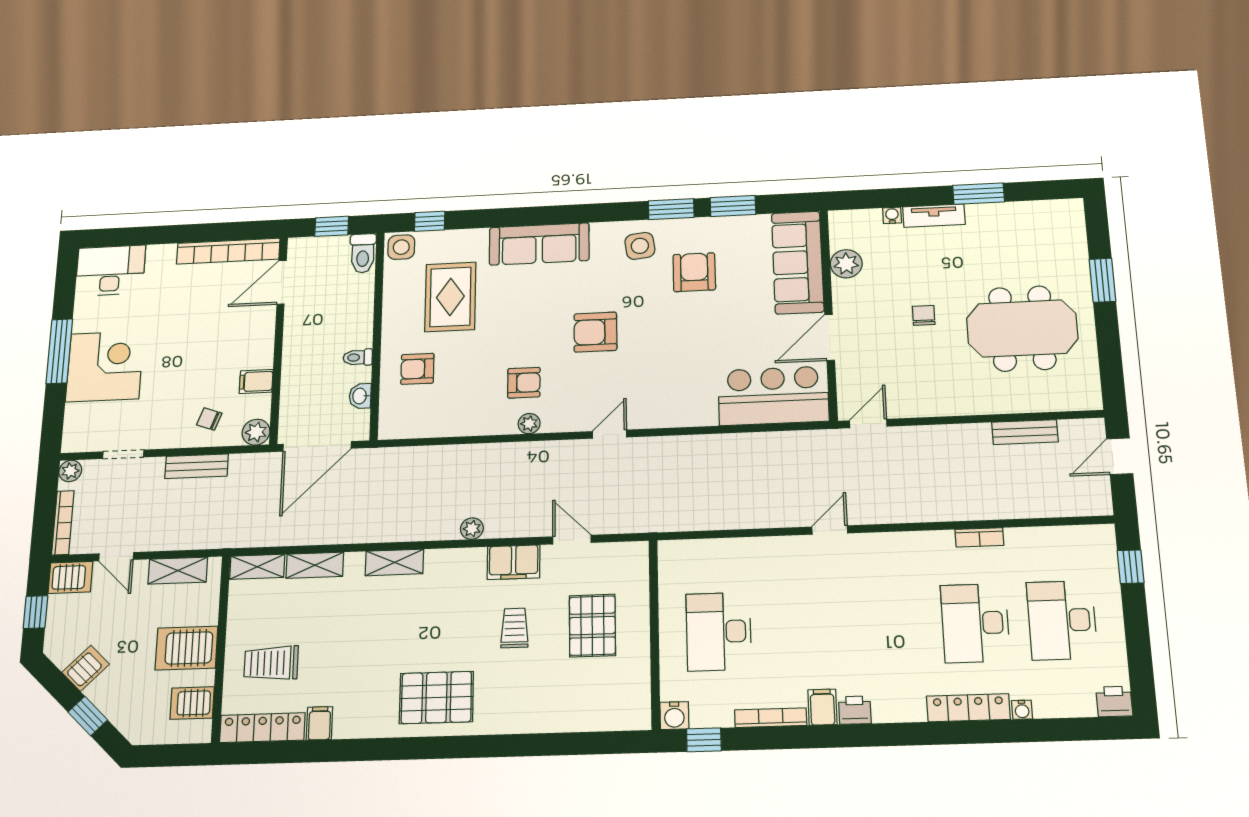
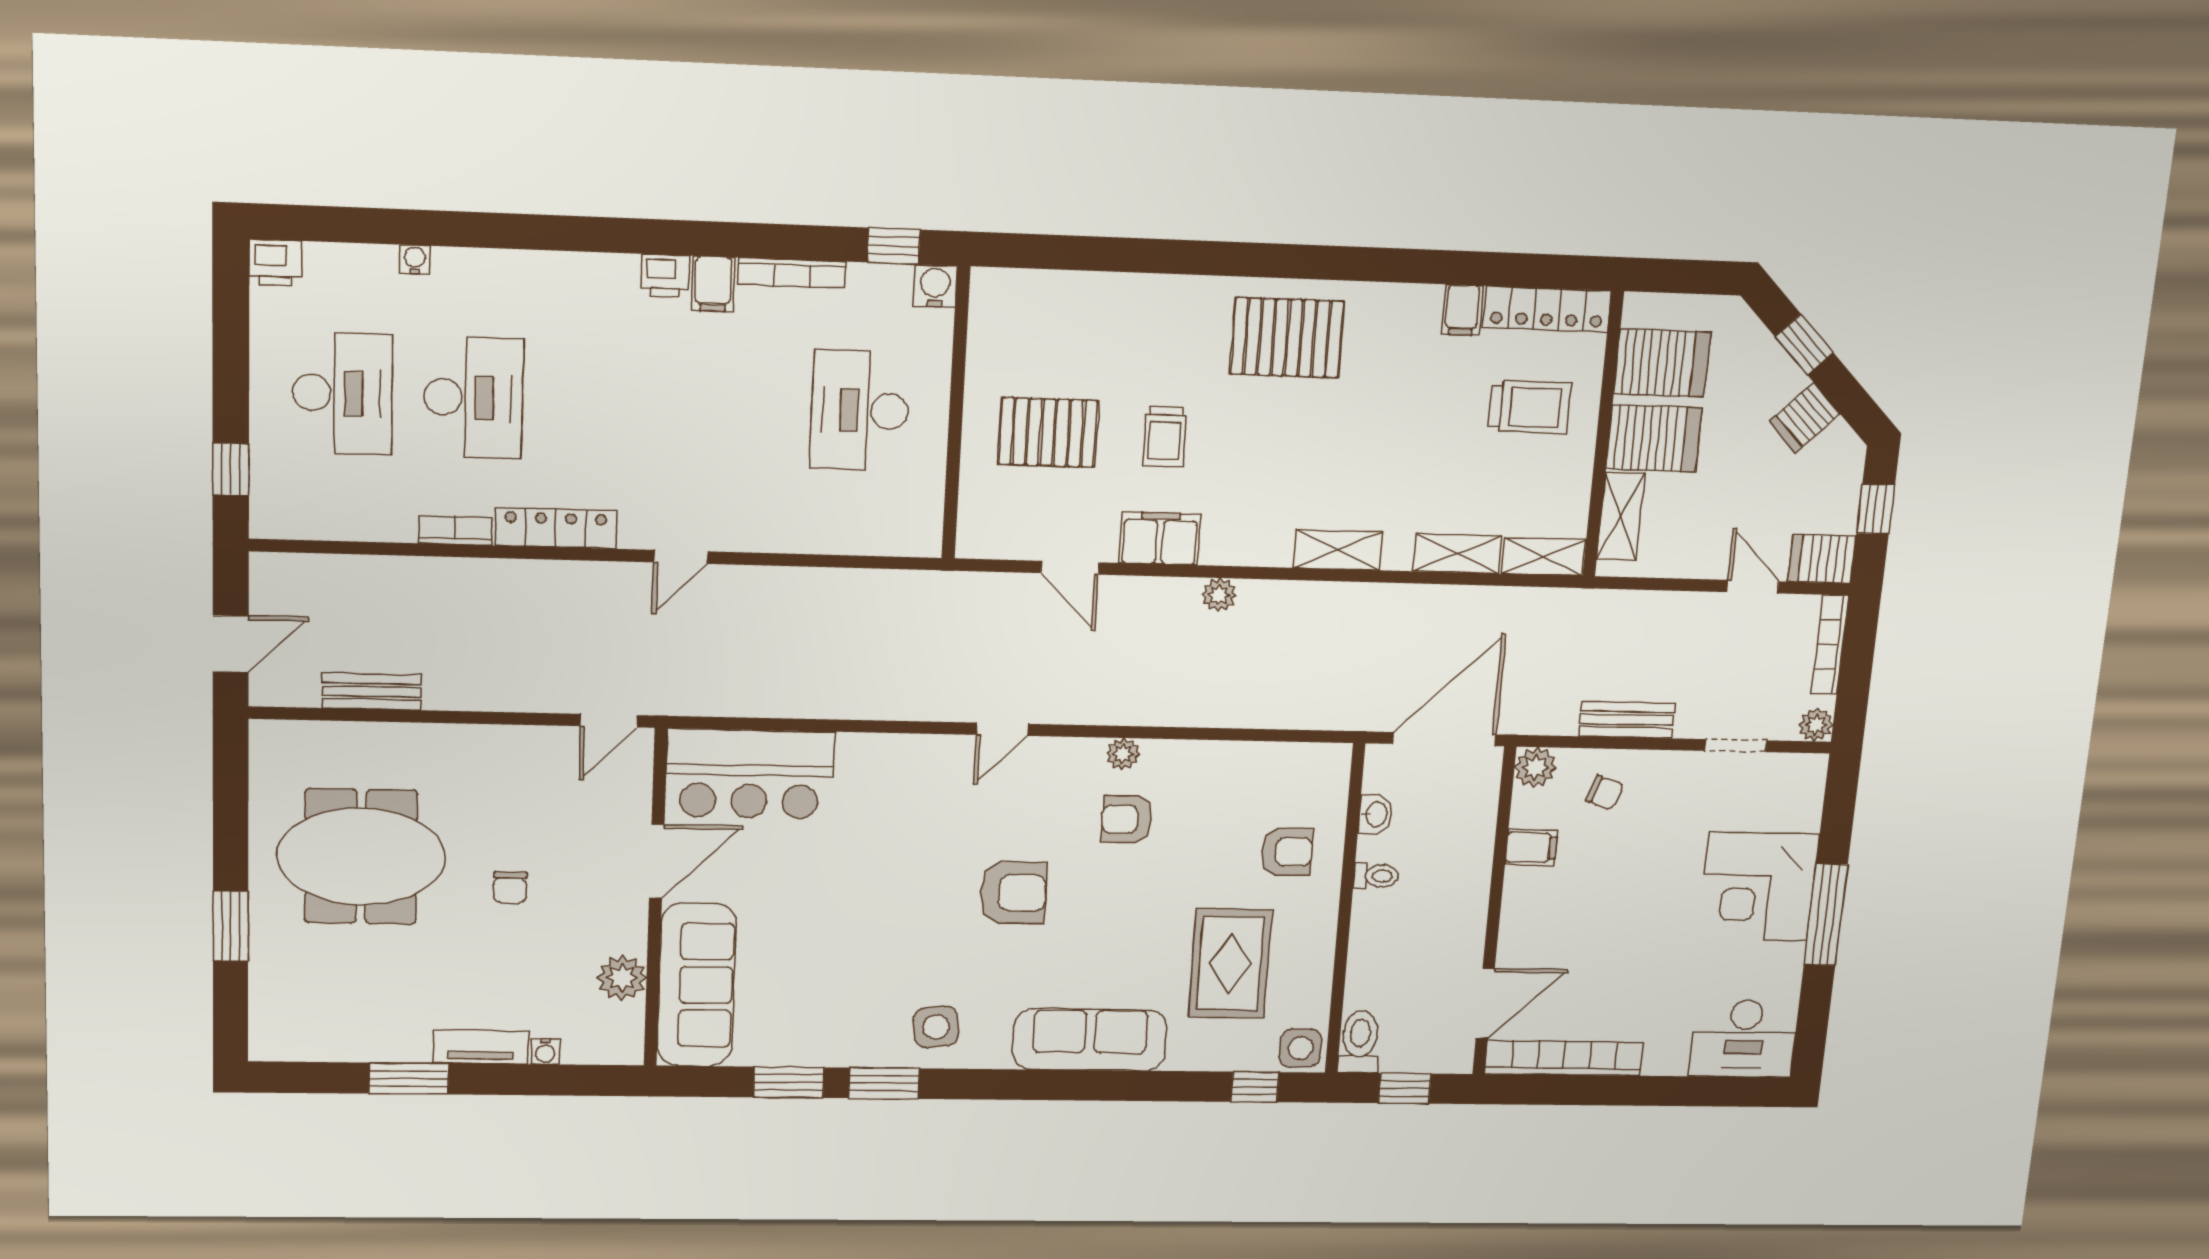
armchair: (694, 272) -> (856, 979), removed
shelving: (178, 571) -> (1621, 516), moved, turned 90
pallet: (592, 626) -> (1048, 432), turned 90
desk: (719, 632) -> (860, 410), turned 180
server rack: (192, 703) -> (1662, 363), width x1.36, depth x1.44
locker: (968, 708) -> (556, 528), moved, turned 180

